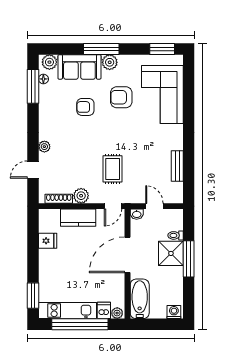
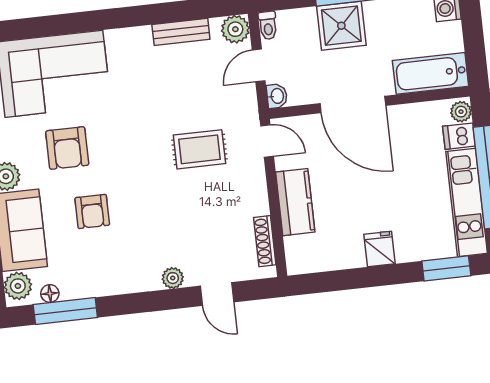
plant: (81, 196) -> (235, 29), moved
toilet: (176, 235) -> (268, 25), moved
fridge: (48, 241) -> (379, 249), moved

